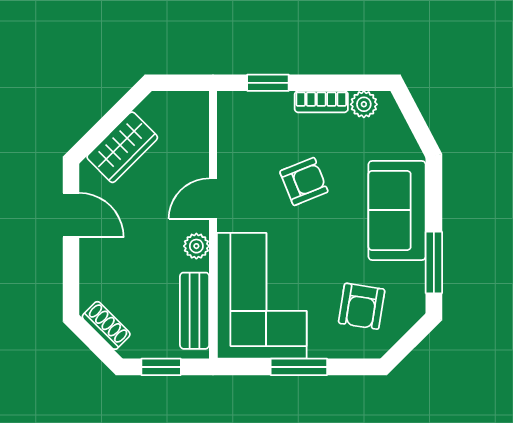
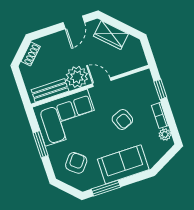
plant: (196, 246) -> (77, 77), width x1.87, depth x1.87
armchair: (362, 306) -> (76, 163), turned 120
window: (161, 367) -> (20, 84), removed

